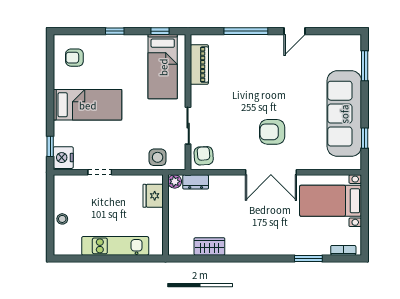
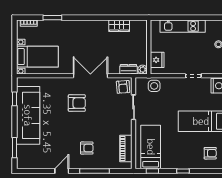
armchair: (257, 65) -> (87, 148), added
double door: (271, 172) -> (90, 76), moved

